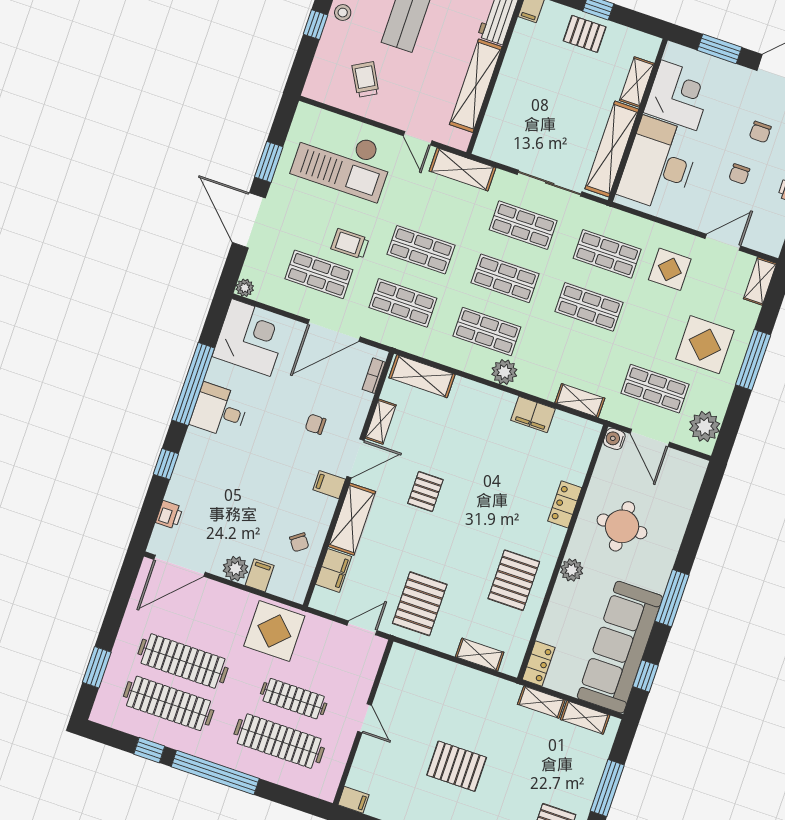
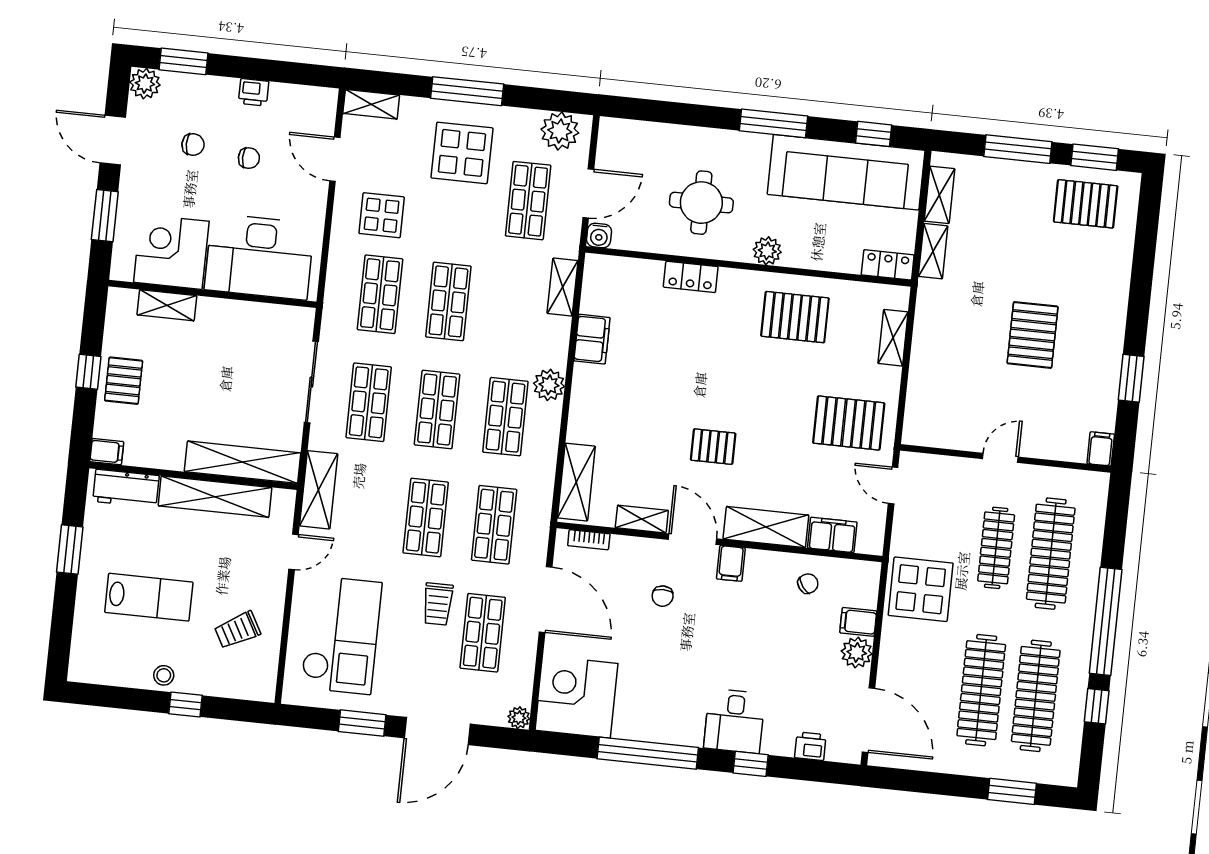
shelving: (612, 149) -> (243, 462), moved
desk: (219, 411) -> (734, 721), moved

